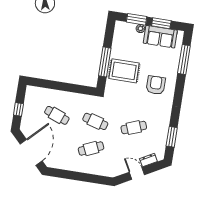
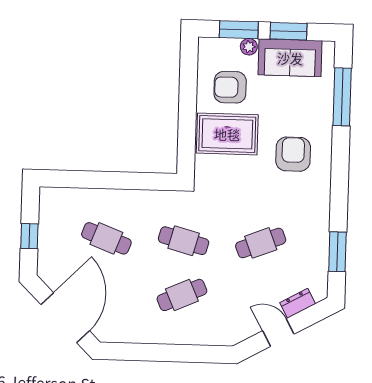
armchair: (128, 48) -> (230, 87), added
window: (105, 62) -> (187, 122), removed

